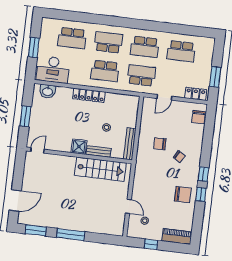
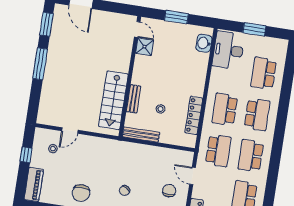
locker: (89, 95) -> (194, 115), moved
chair: (160, 144) -> (169, 191), moved
shower: (79, 147) -> (145, 47), moved

